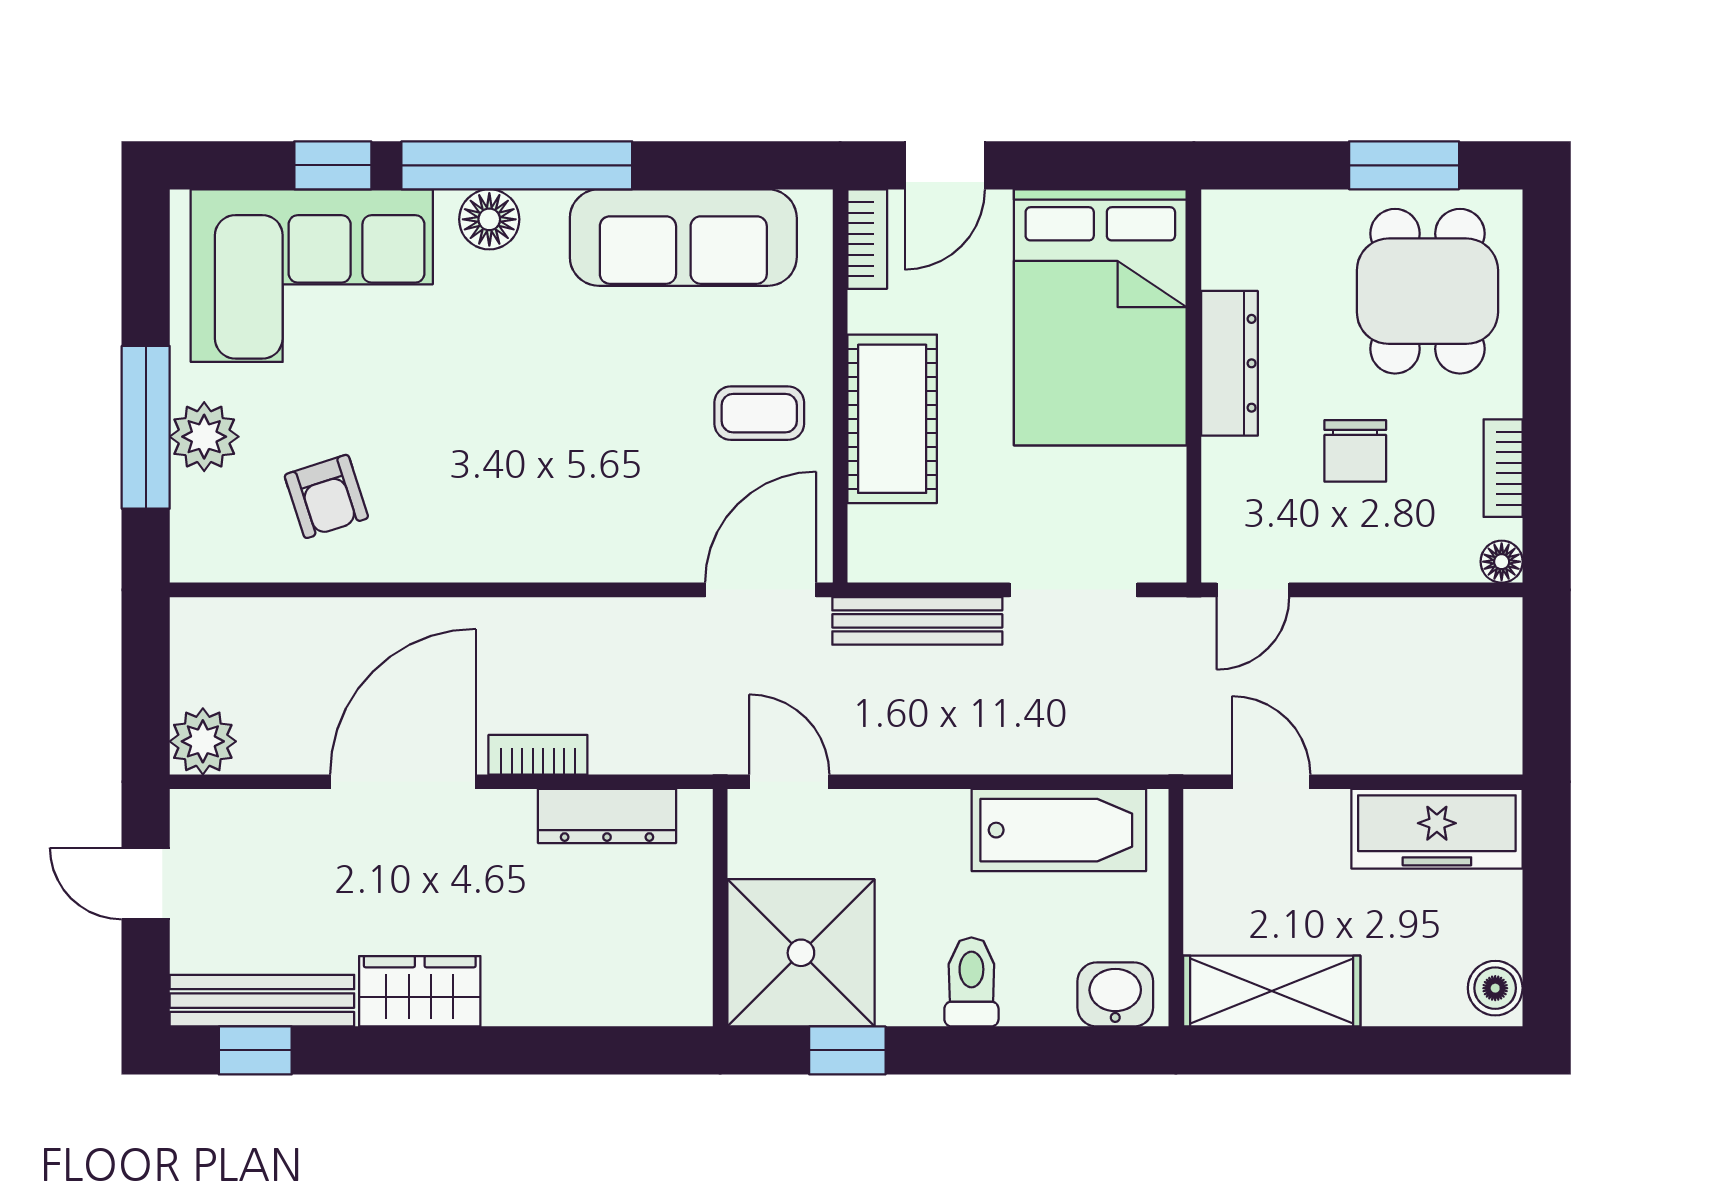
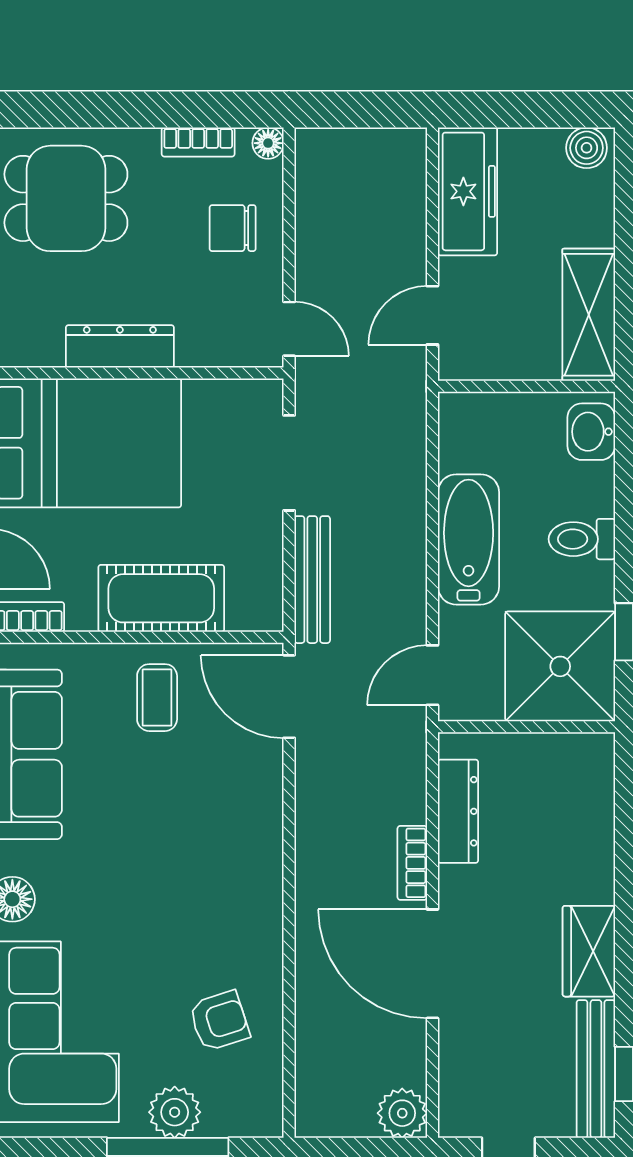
chair: (1355, 451) -> (233, 228), moved, turned 180
bathtub: (1059, 830) -> (469, 539), moved

